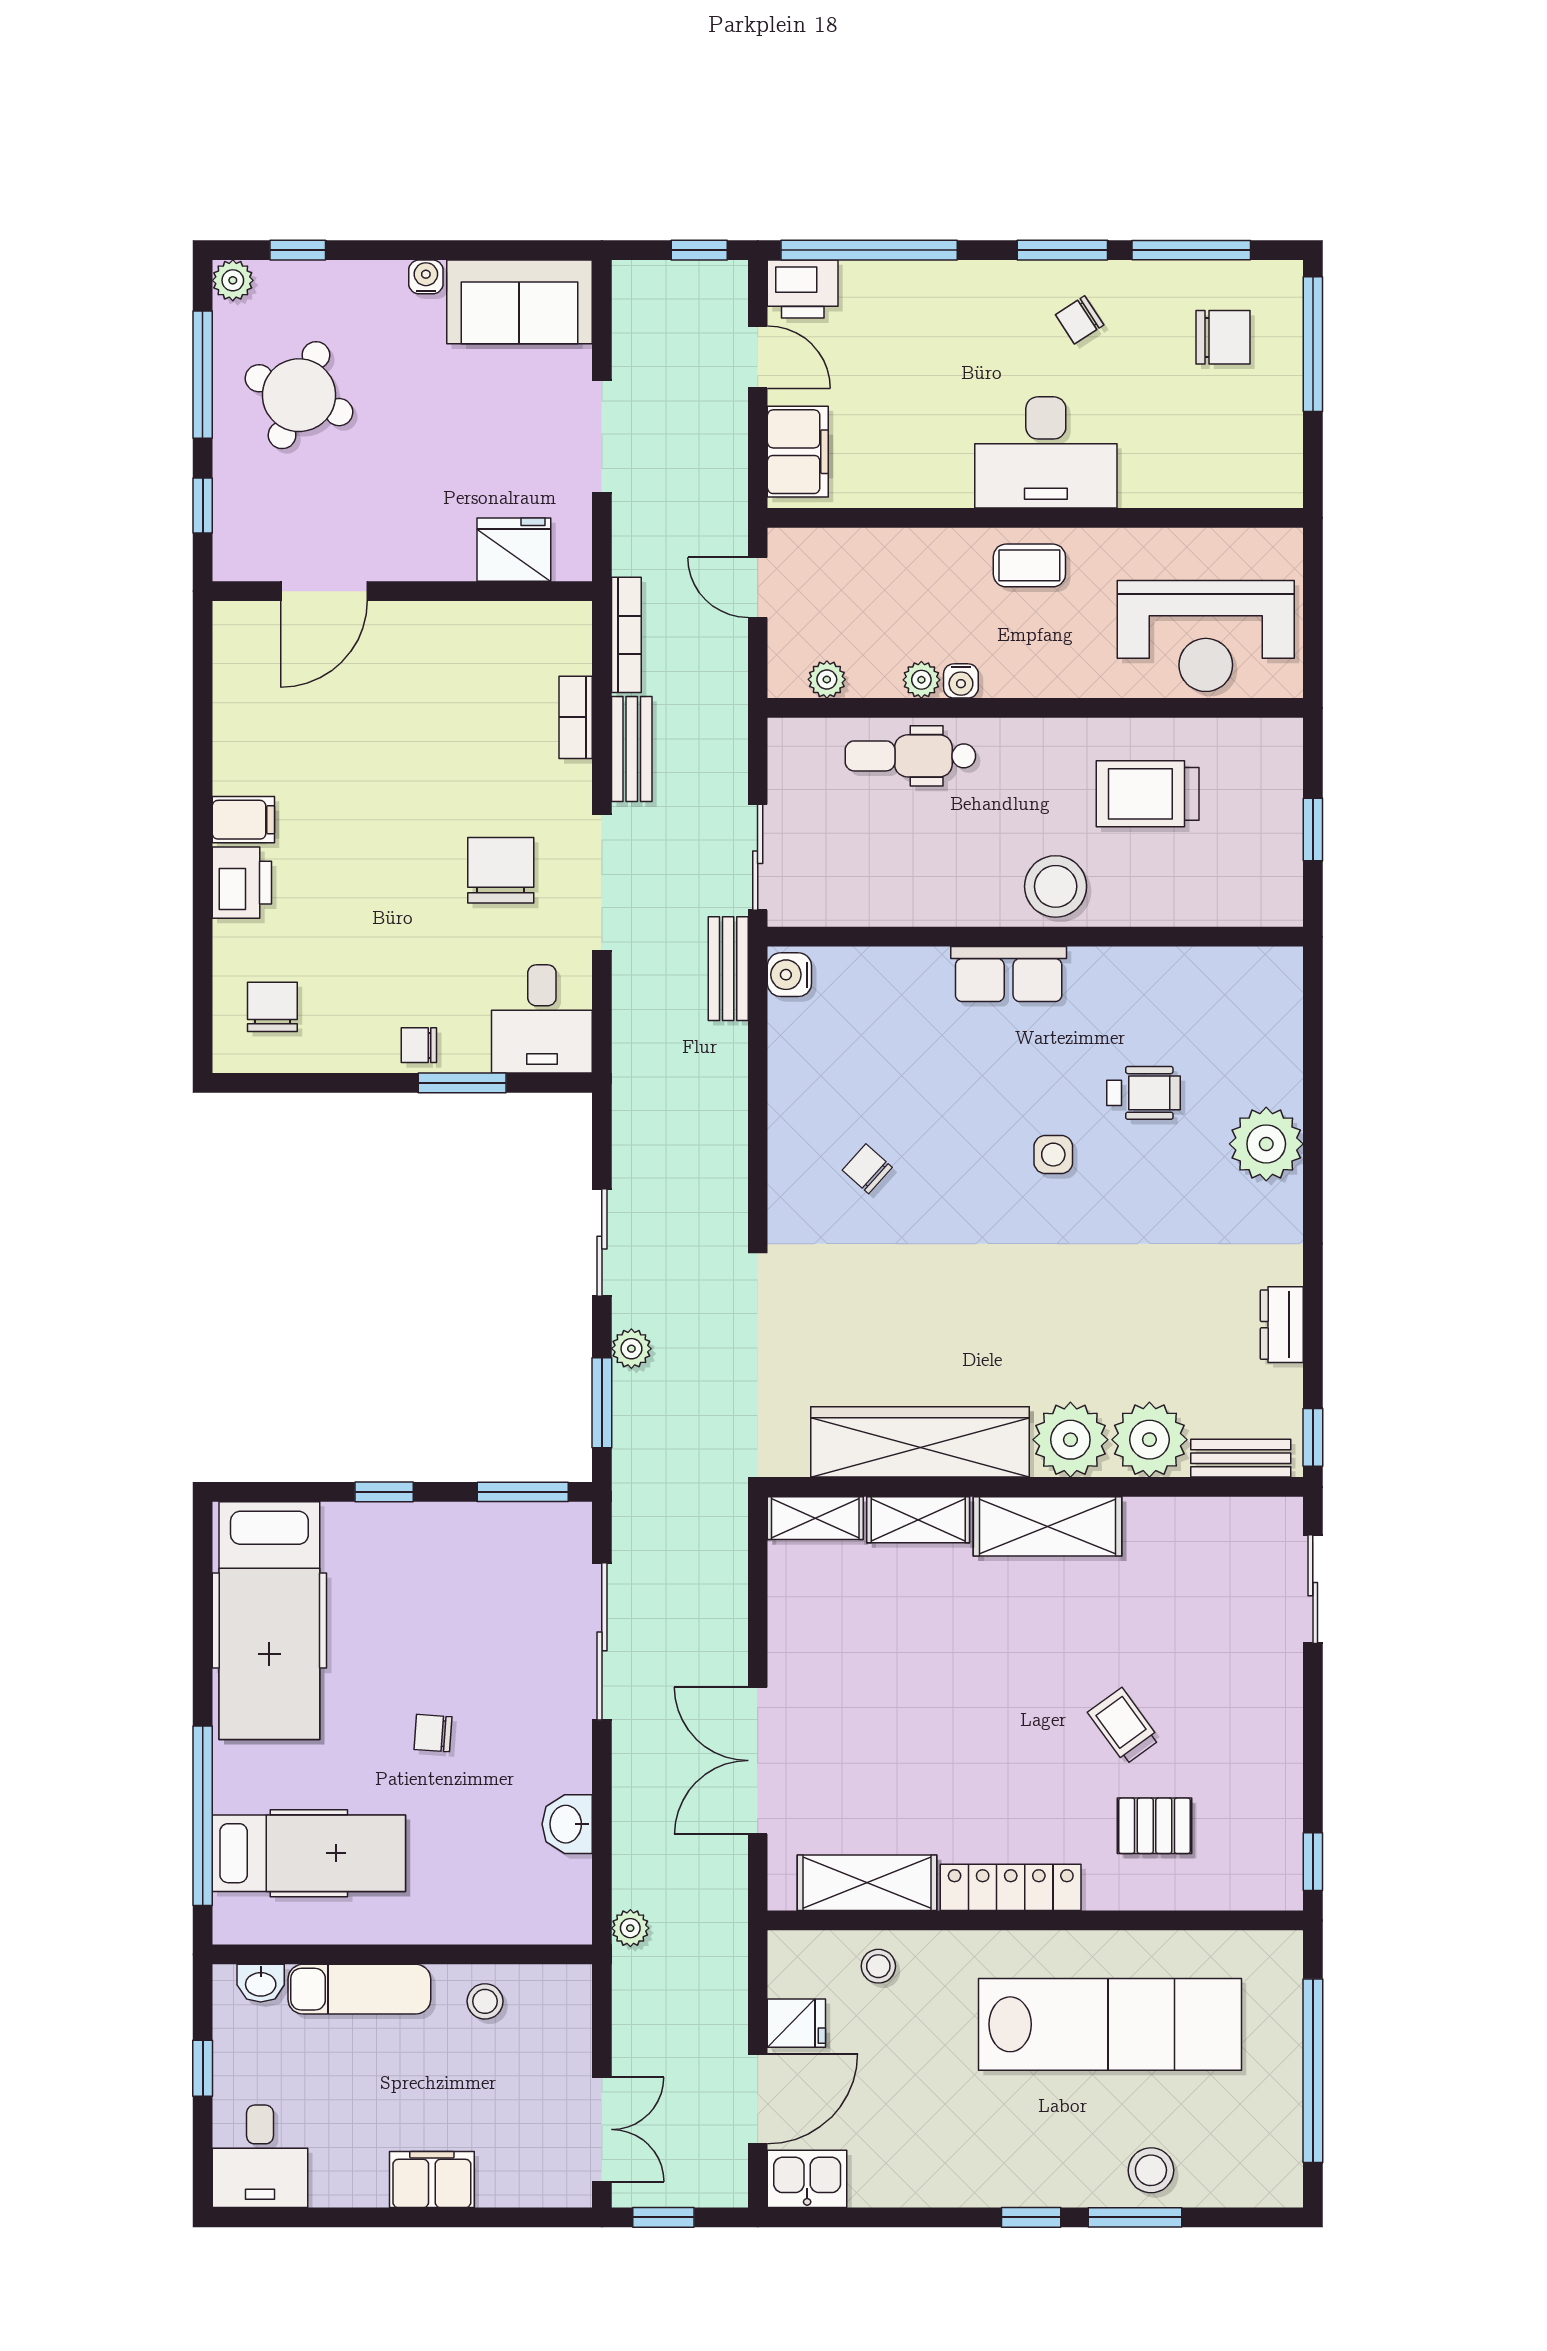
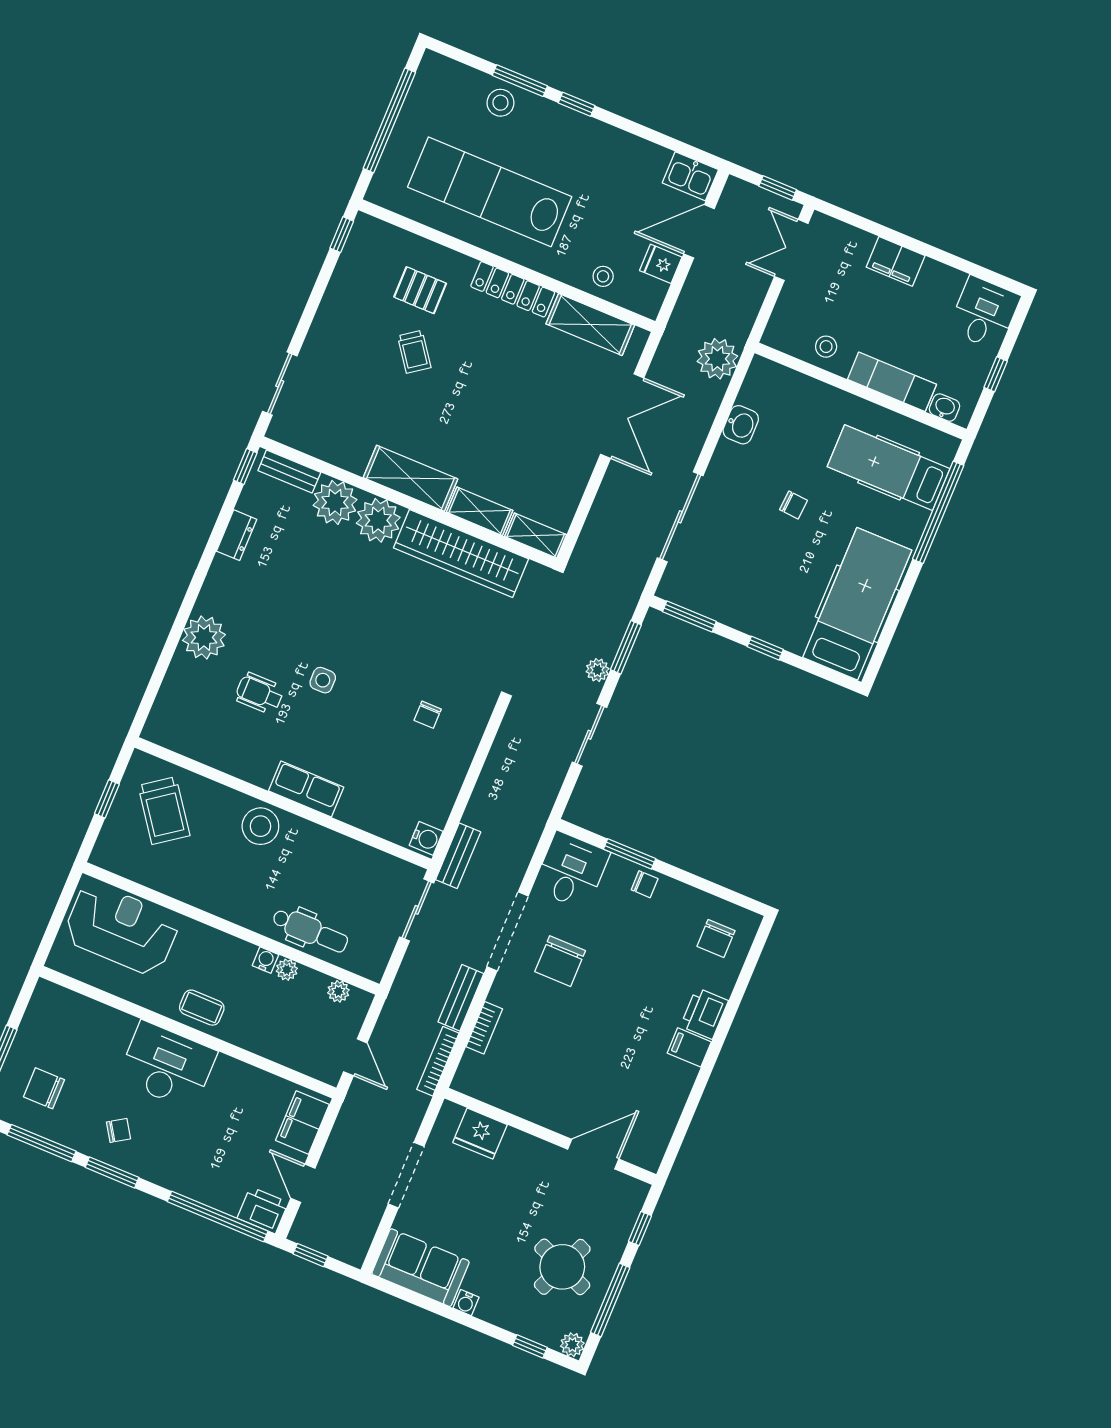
trolley: (1148, 794) -> (164, 811), moved, turned 54
chair: (867, 1169) -> (428, 715), turned 48
plant: (630, 1928) -> (717, 359), width x1.87, depth x1.87

